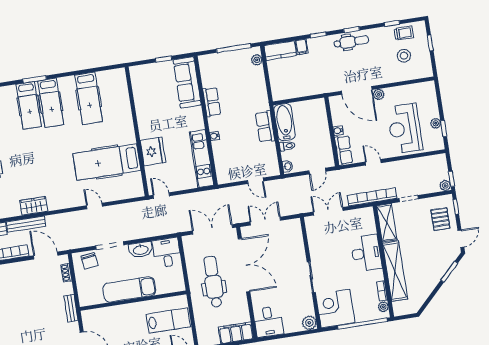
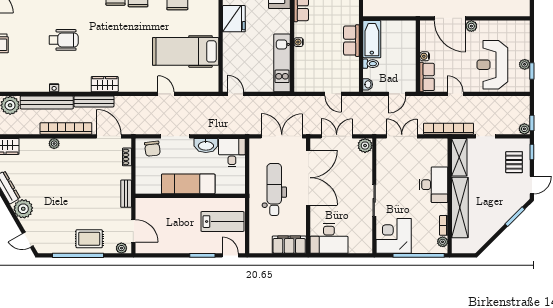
fridge: (153, 151) -> (234, 19), moved
desk: (268, 322) -> (329, 239), width x1.37
plant: (309, 323) -> (365, 146), moved

